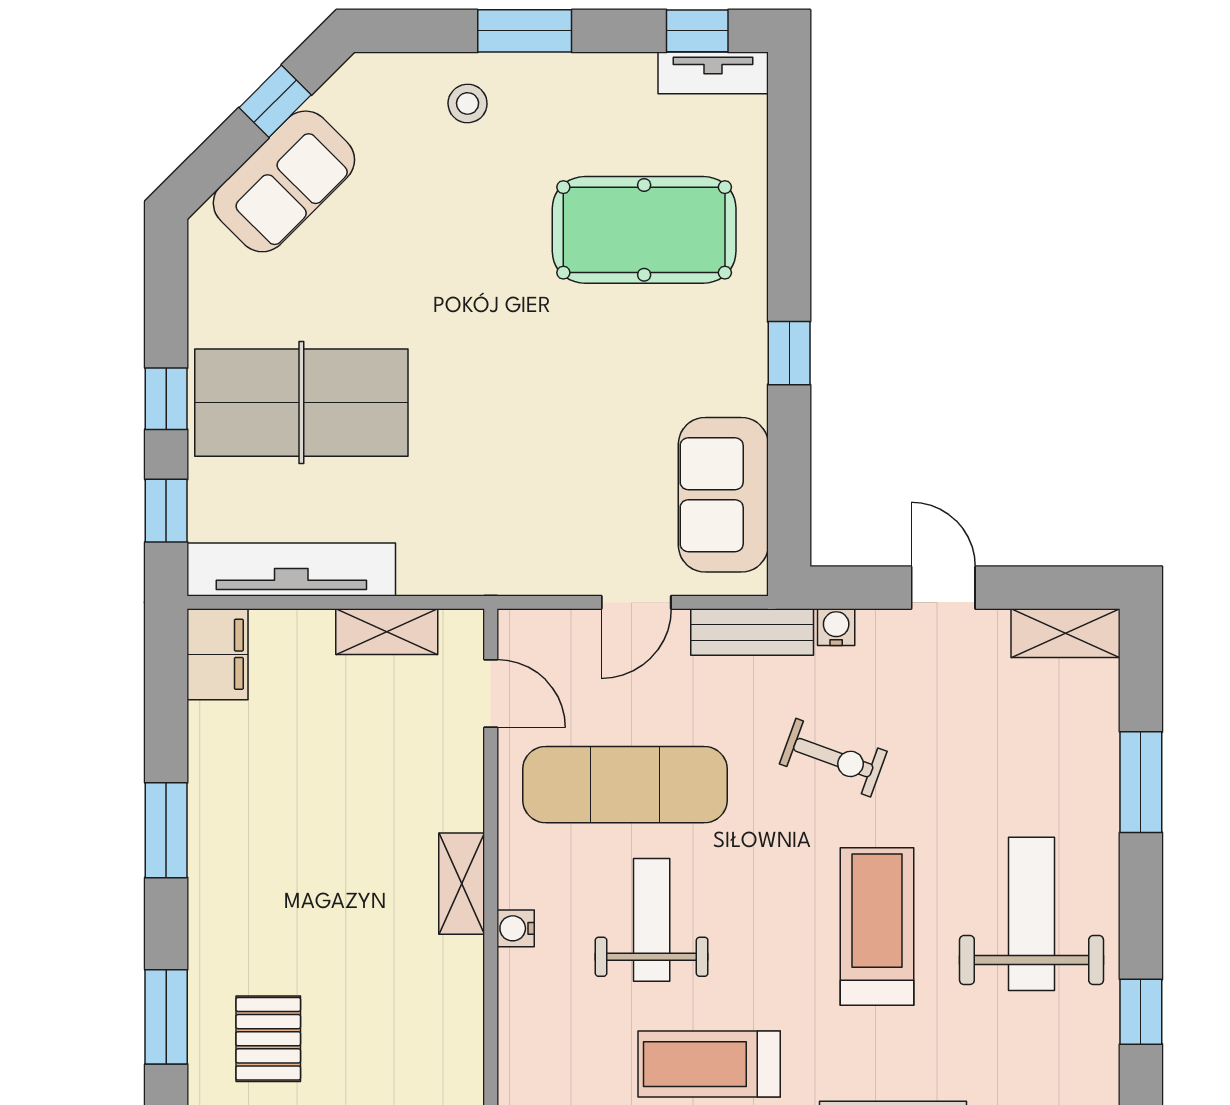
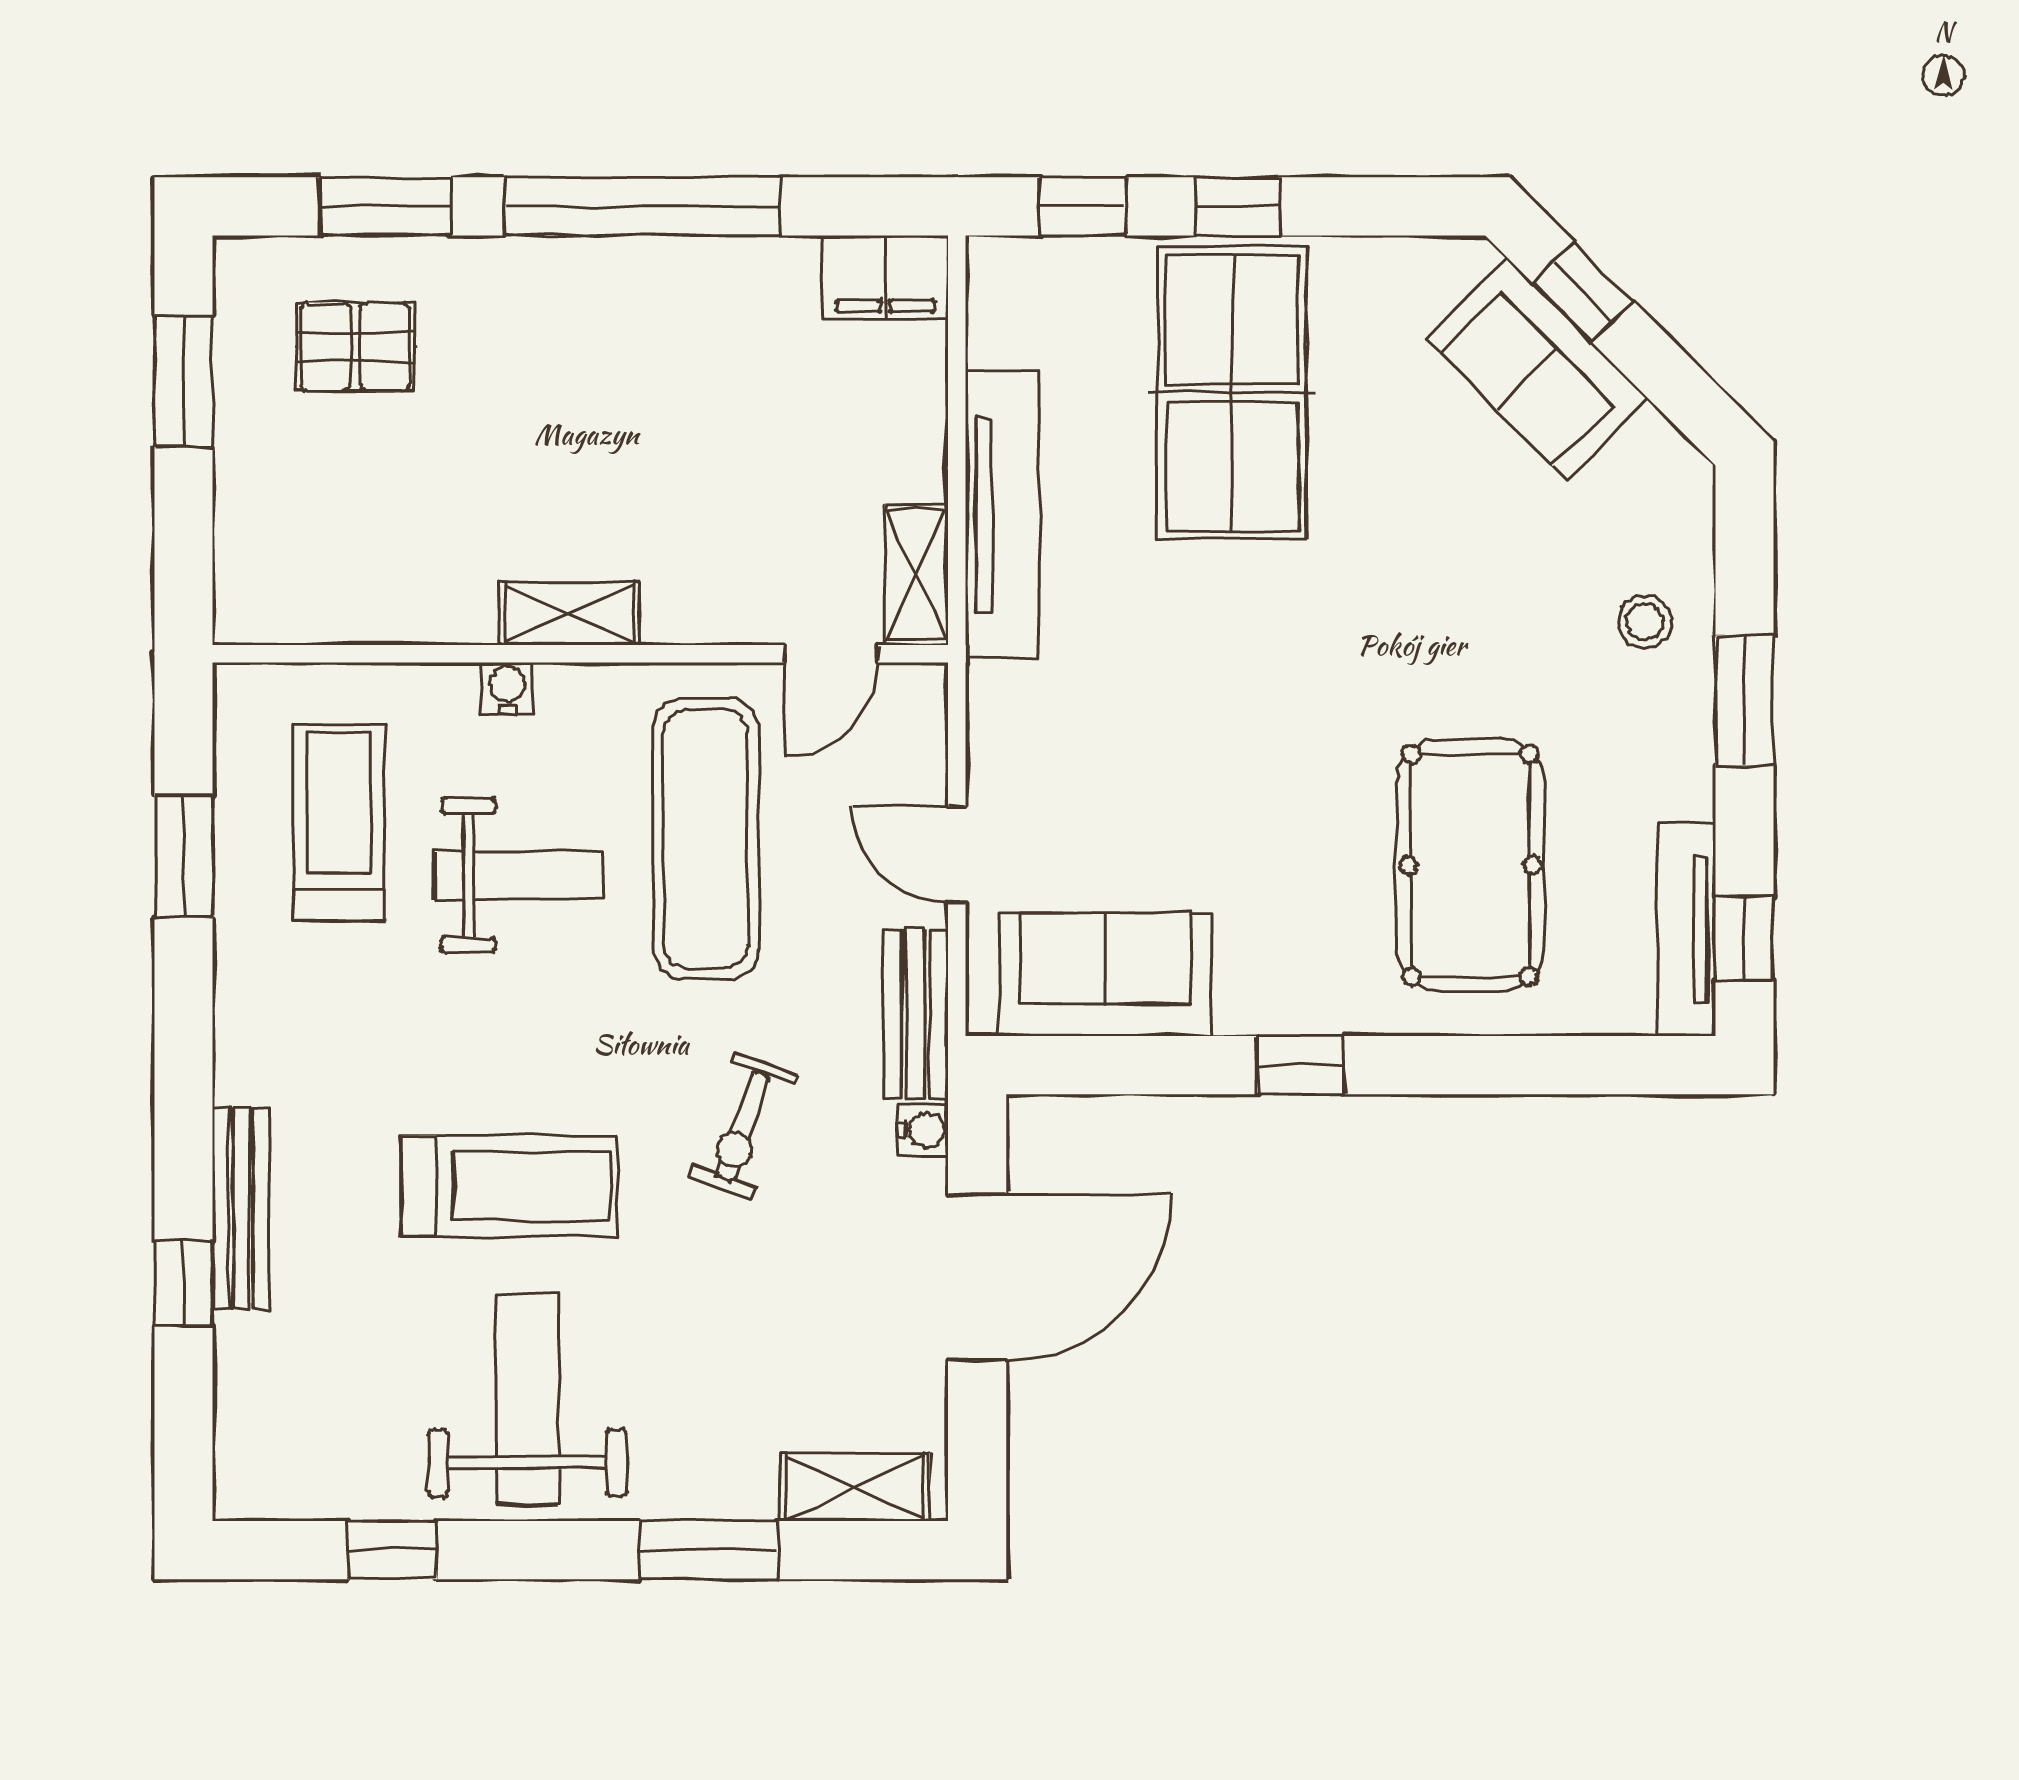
tv unit: (713, 73) -> (1687, 929), width x1.41
window: (275, 101) -> (1583, 292), moved
tv unit: (291, 569) -> (1002, 515), moved
door: (943, 588) -> (977, 1278), width x1.87
shelving: (387, 632) -> (916, 575), moved
shelving: (1066, 633) -> (855, 1487), moved, turned 90
window: (166, 830) -> (643, 206), width x2.11
weight bench: (1032, 914) -> (527, 1399), turned -90
treadmill: (709, 1064) -> (339, 822), moved

